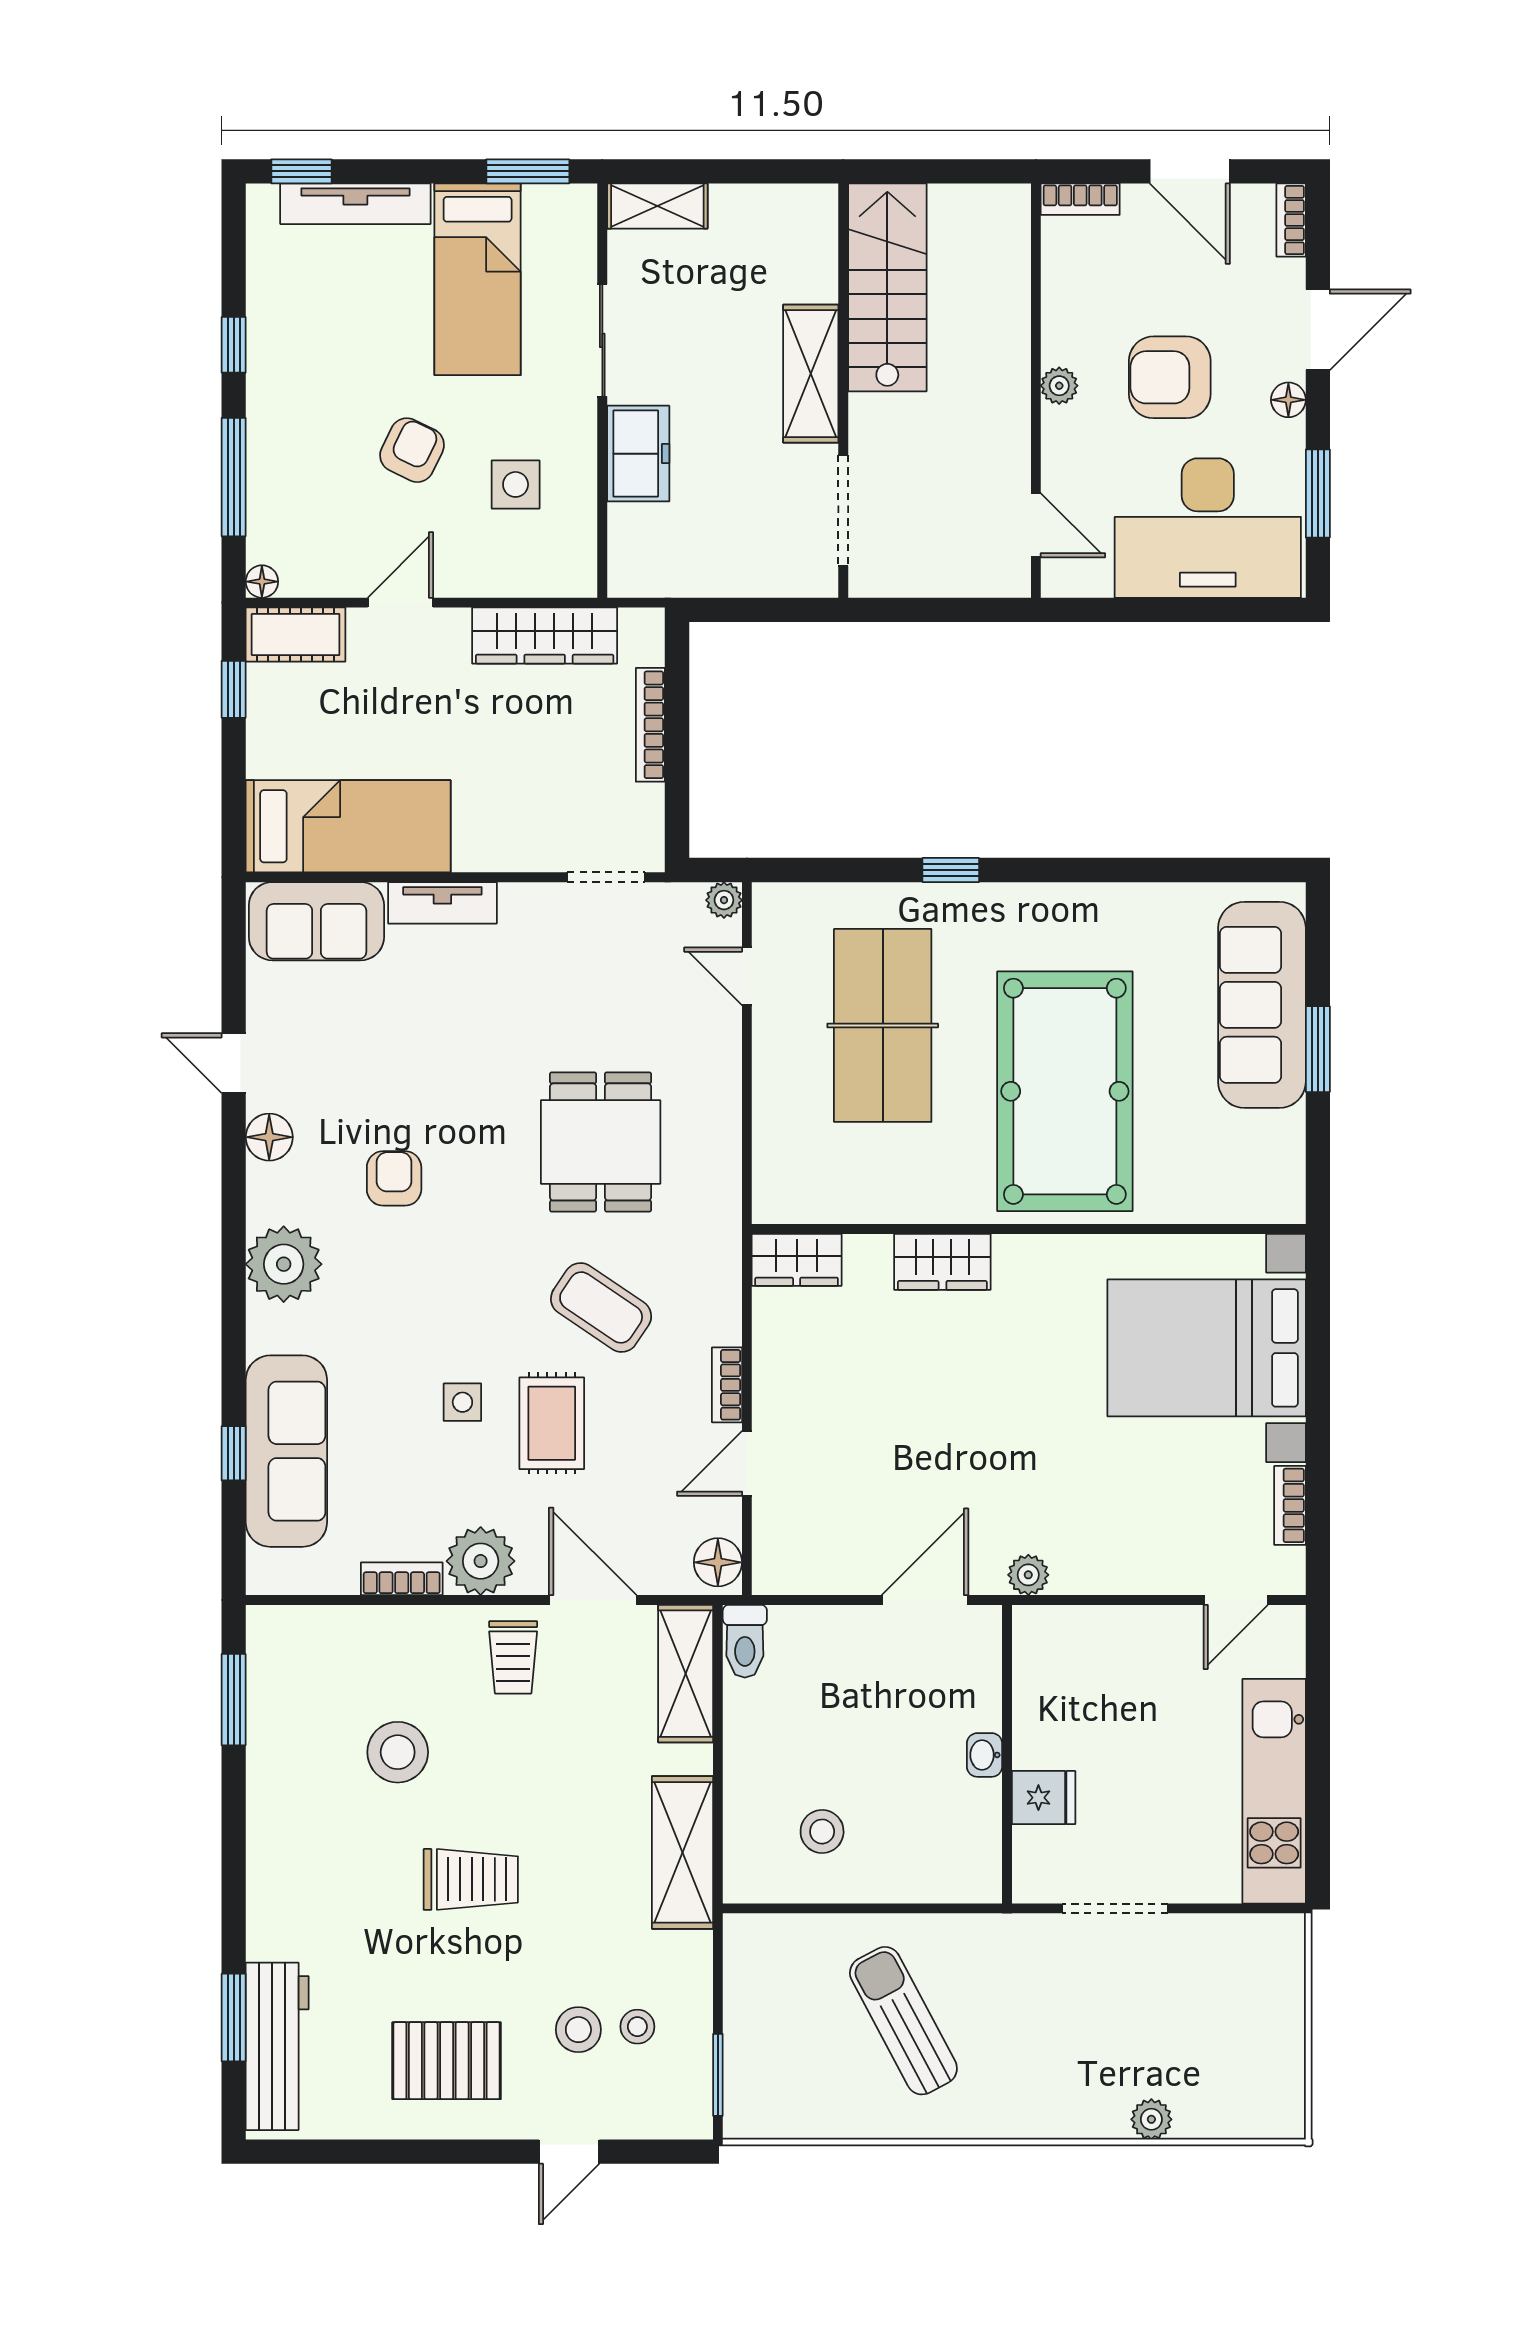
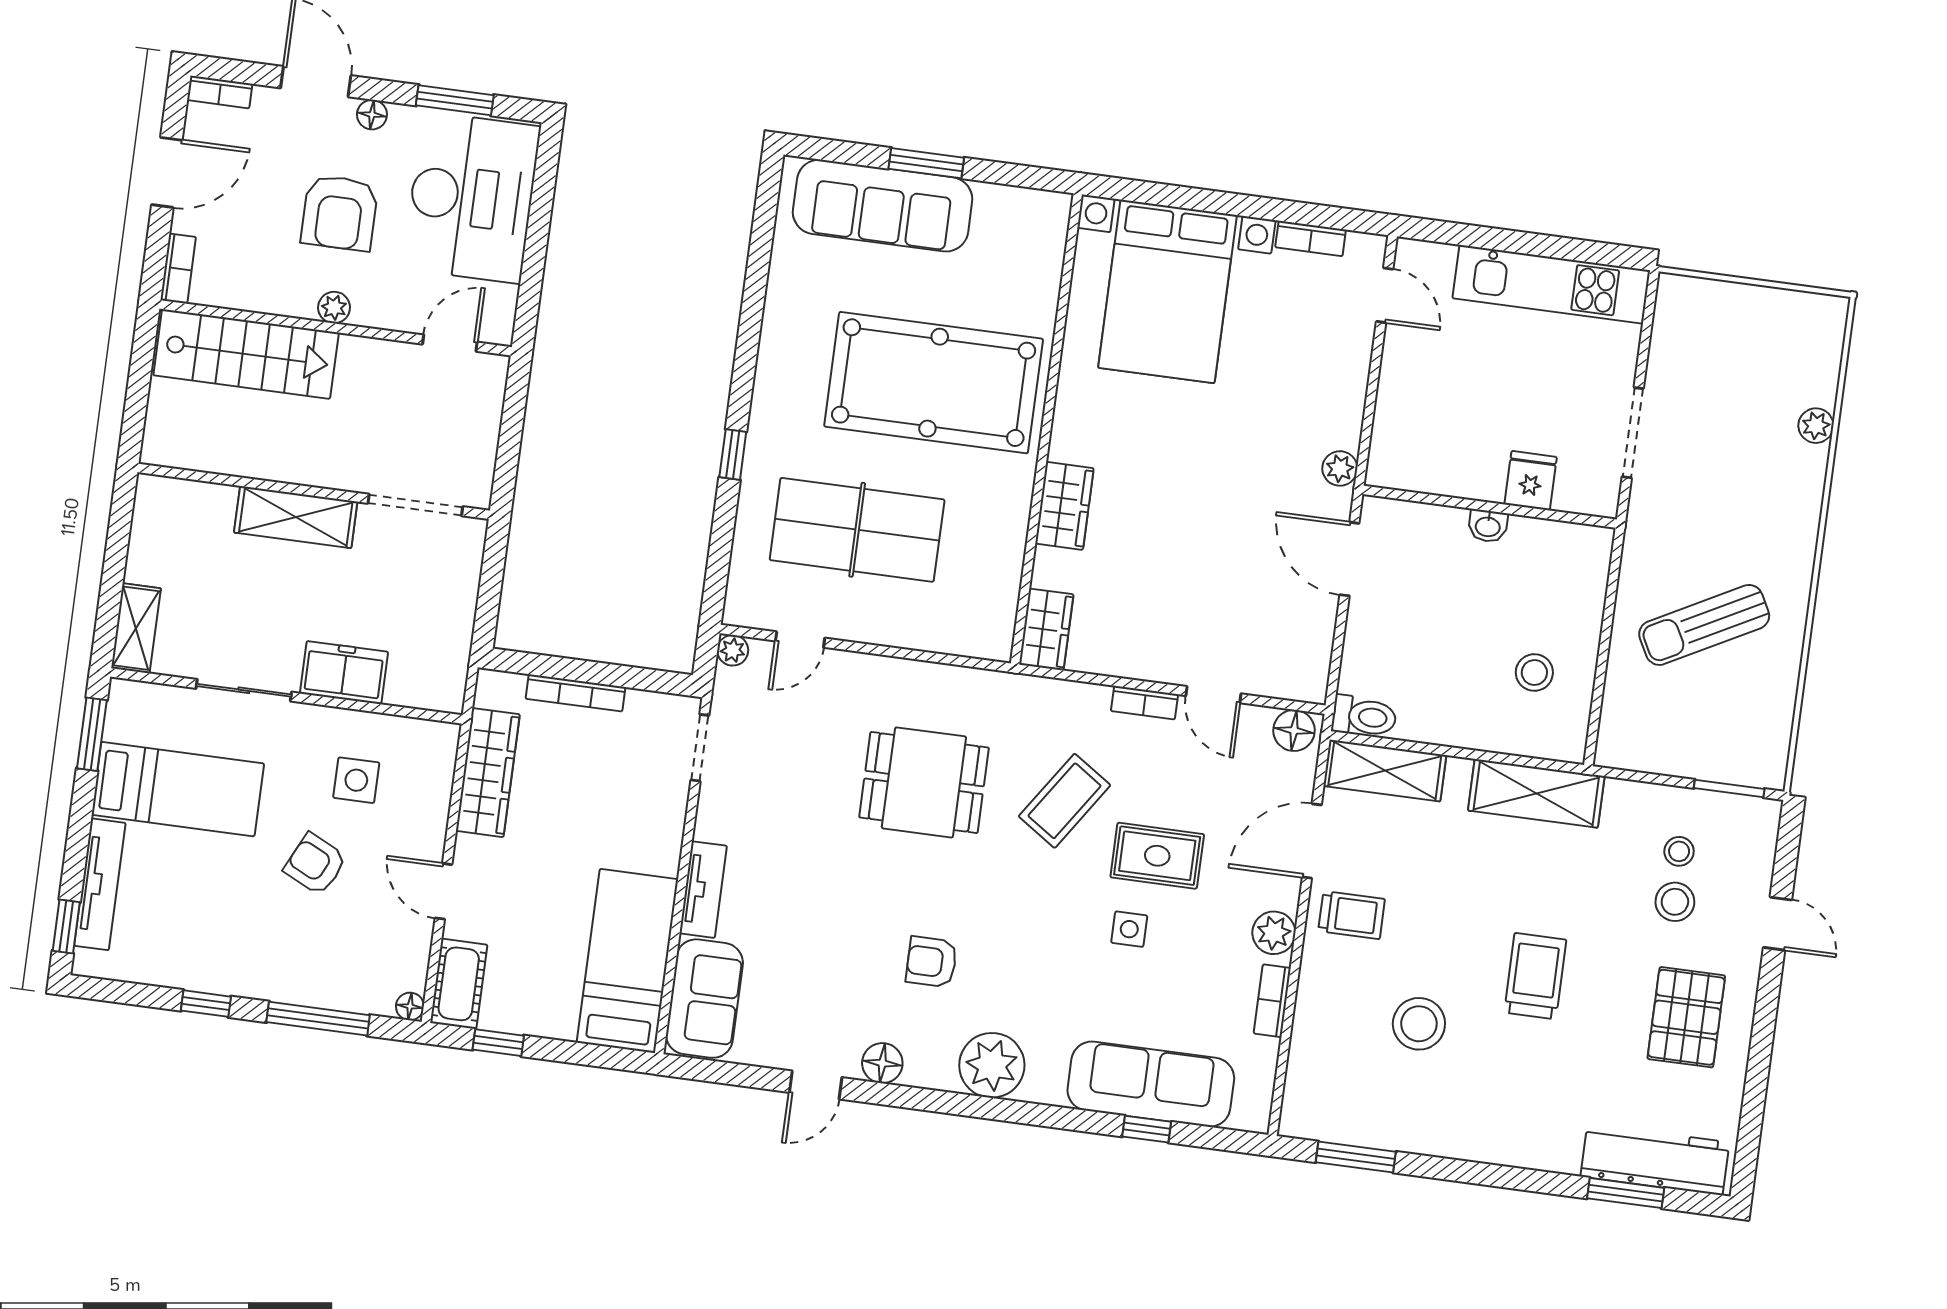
stairs: (887, 287) -> (246, 354), moved, turned 180
plant: (481, 1561) -> (1274, 933), width x0.73, depth x0.73

